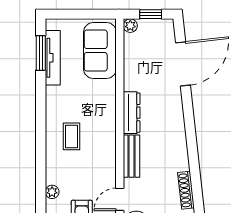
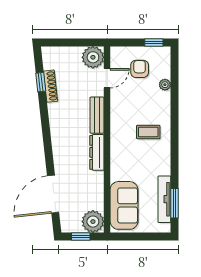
plant: (130, 26) -> (93, 222), width x1.87, depth x1.87
coffee table: (72, 136) -> (148, 132), turned 90
window: (197, 195) -> (41, 82), added

